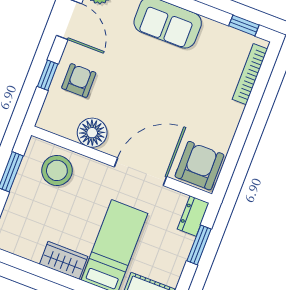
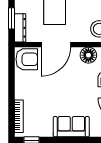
armchair: (199, 166) -> (27, 59), turned -90
dresser: (193, 216) -> (20, 28), width x1.44

